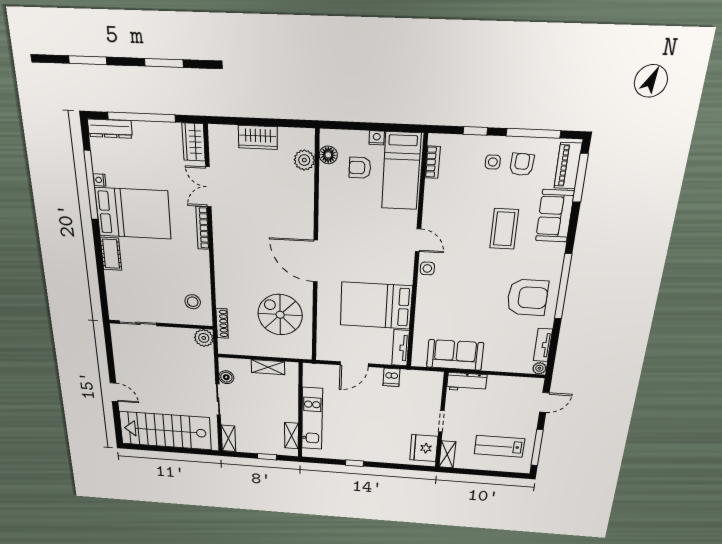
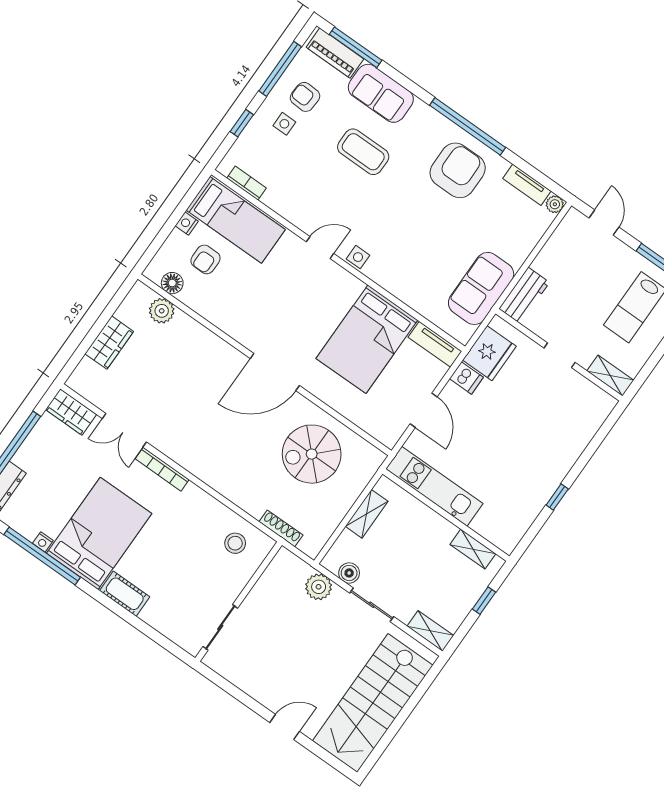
plant: (204, 338) -> (319, 587), moved
kitchen unit: (312, 419) -> (434, 486), moved
fridge: (424, 448) -> (489, 353), moved, turned -90

